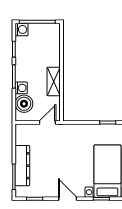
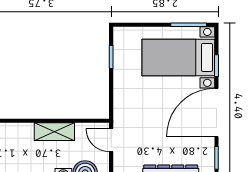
door: (68, 199) -> (216, 112), width x1.87

